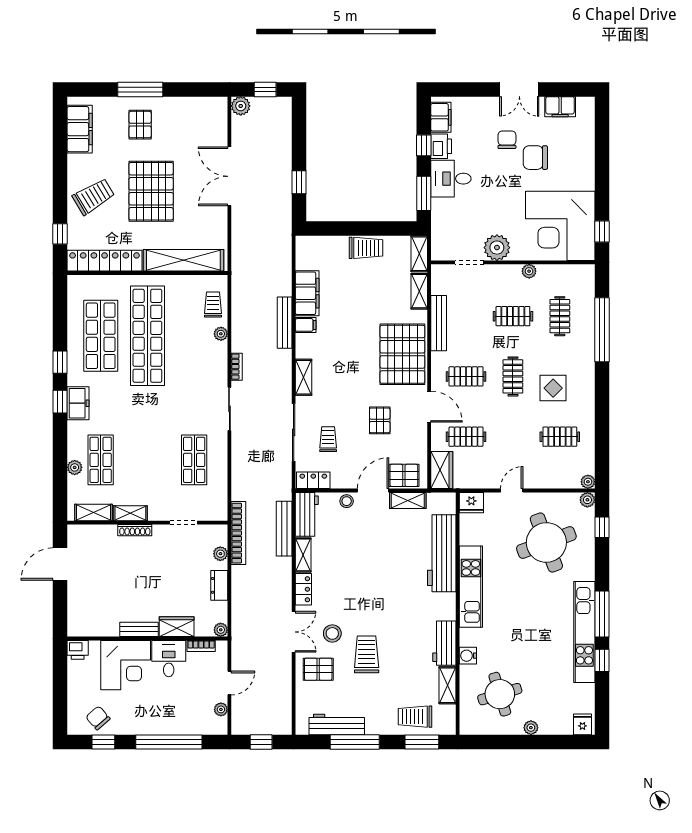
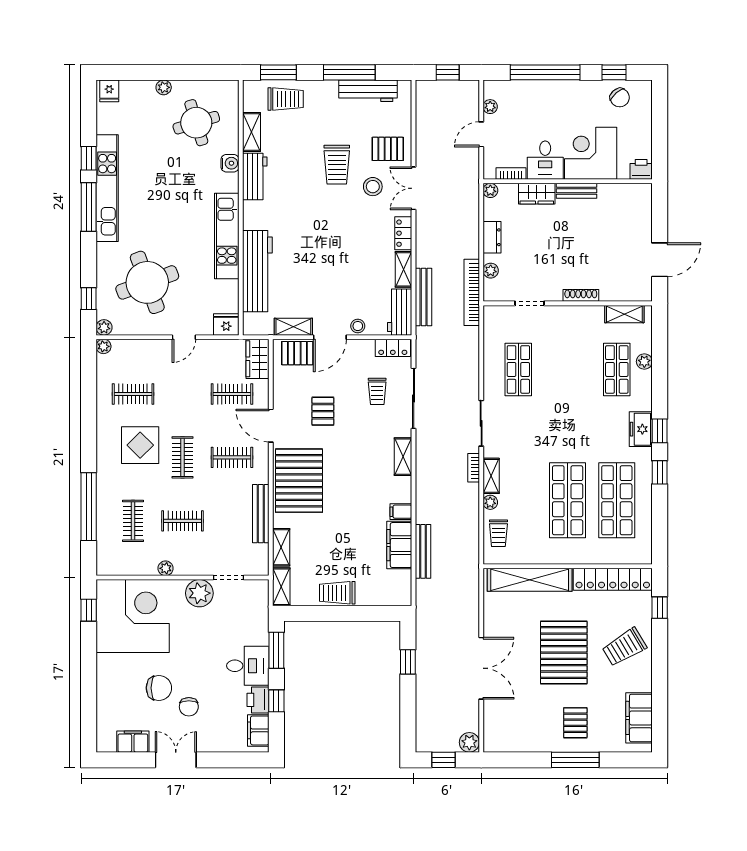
bench: (285, 323) -> (423, 551), moved
shop shelf: (147, 336) -> (568, 500), width x0.71
display table: (553, 388) -> (140, 445), width x1.36, depth x1.36
shelving: (130, 513) -> (491, 476), moved, turned 90

